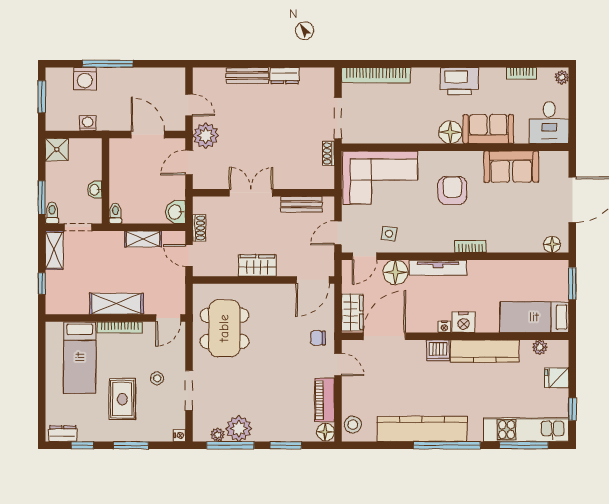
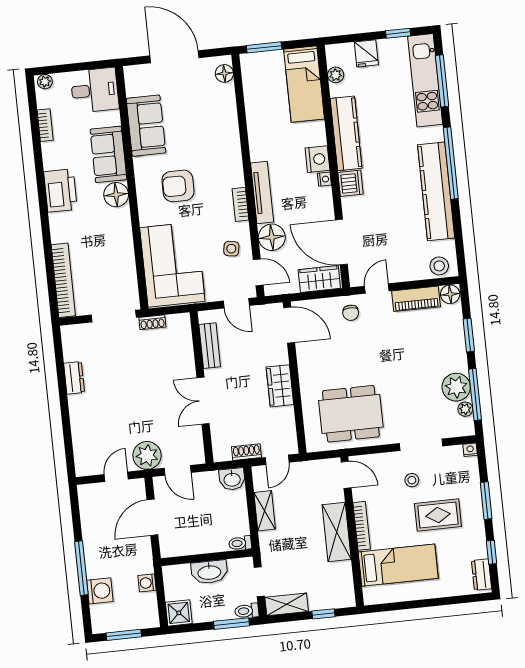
bench: (247, 75) -> (78, 418), removed
washbasin: (95, 190) -> (209, 572), width x1.91, depth x1.45
bookcase: (471, 246) -> (240, 204), moved

